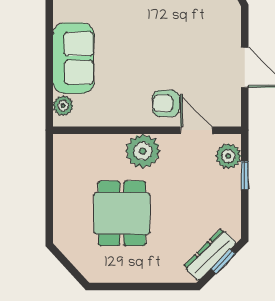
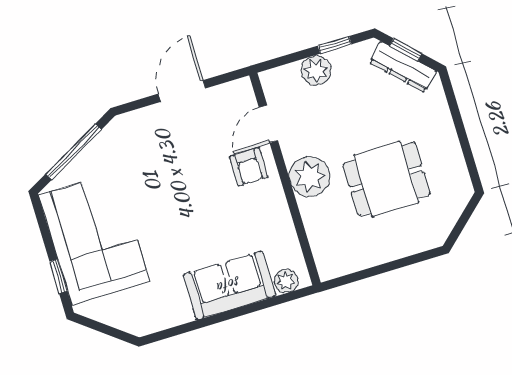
plant: (228, 156) -> (316, 70), moved
window: (245, 176) -> (335, 45), moved

